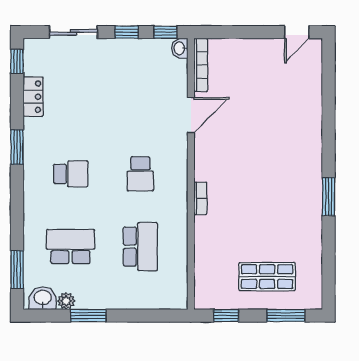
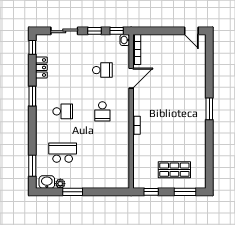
door: (297, 32) -> (191, 31), hinge flipped
window: (329, 197) -> (209, 109), moved
school desk: (140, 247) -> (102, 70), moved, width x0.54

